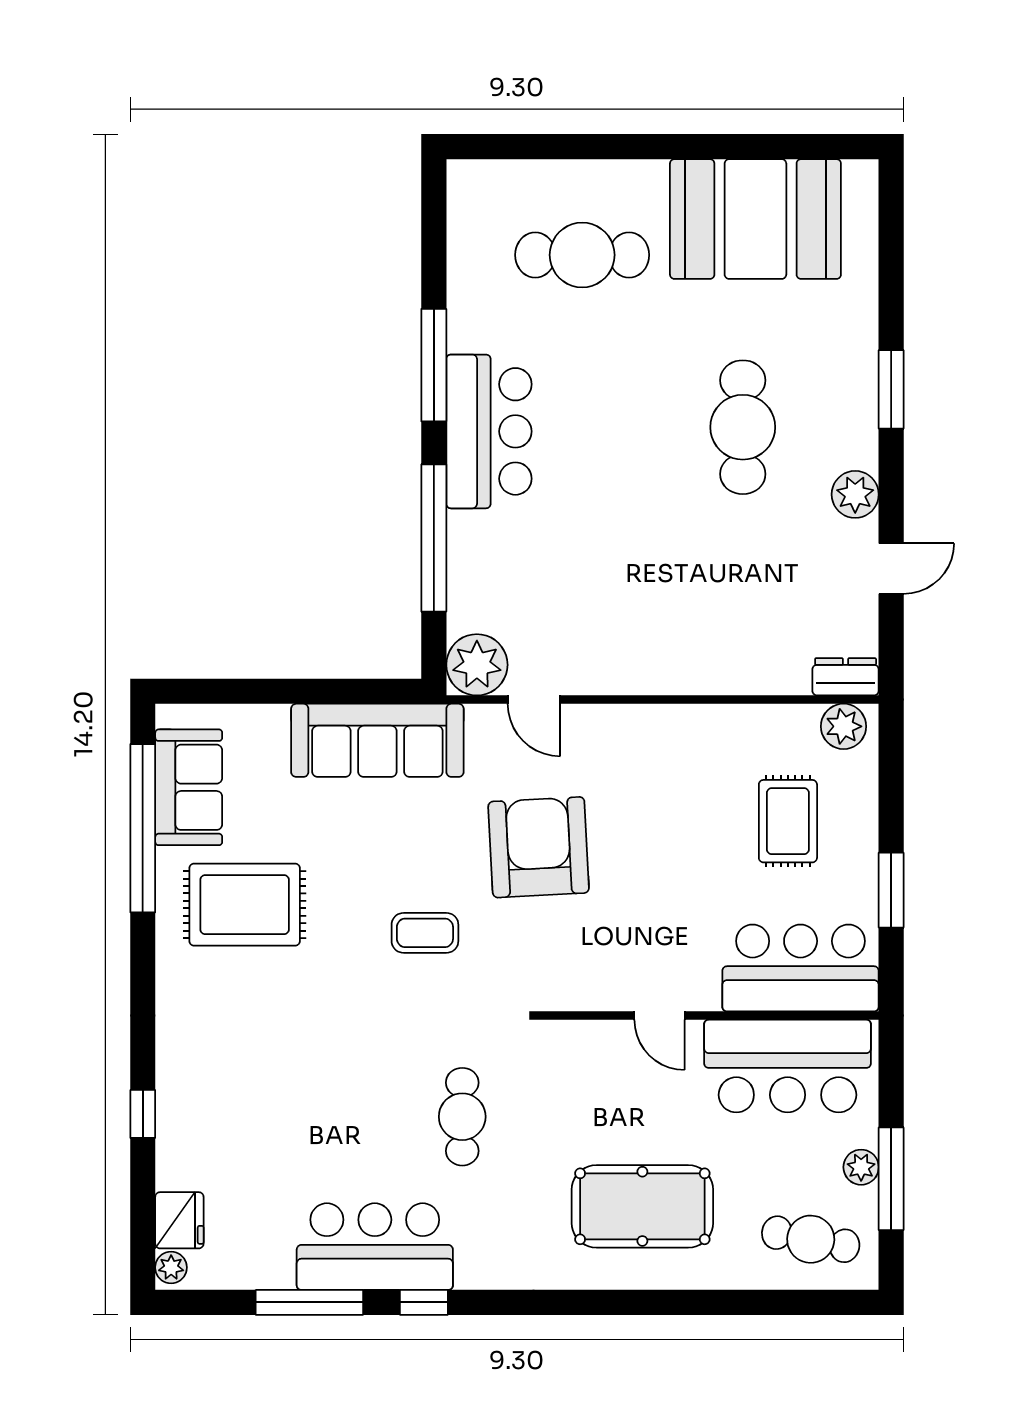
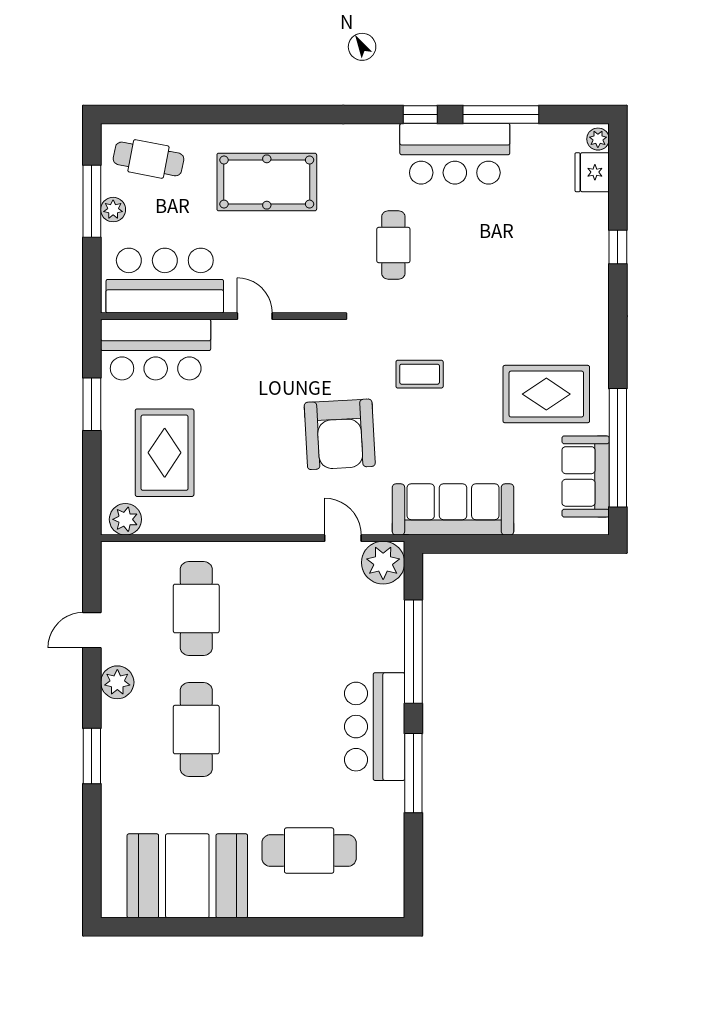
cafe table: (743, 599) -> (196, 609), added
dresser: (846, 677) -> (124, 554), removed
rug: (788, 821) -> (165, 453), width x1.36, depth x1.43

